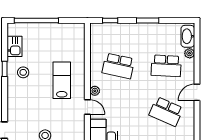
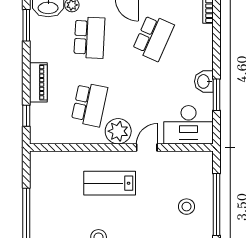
window: (148, 21) -> (26, 25), moved
piano: (134, 29) -> (38, 82), added
plant: (95, 91) -> (118, 131), width x1.87, depth x1.87

